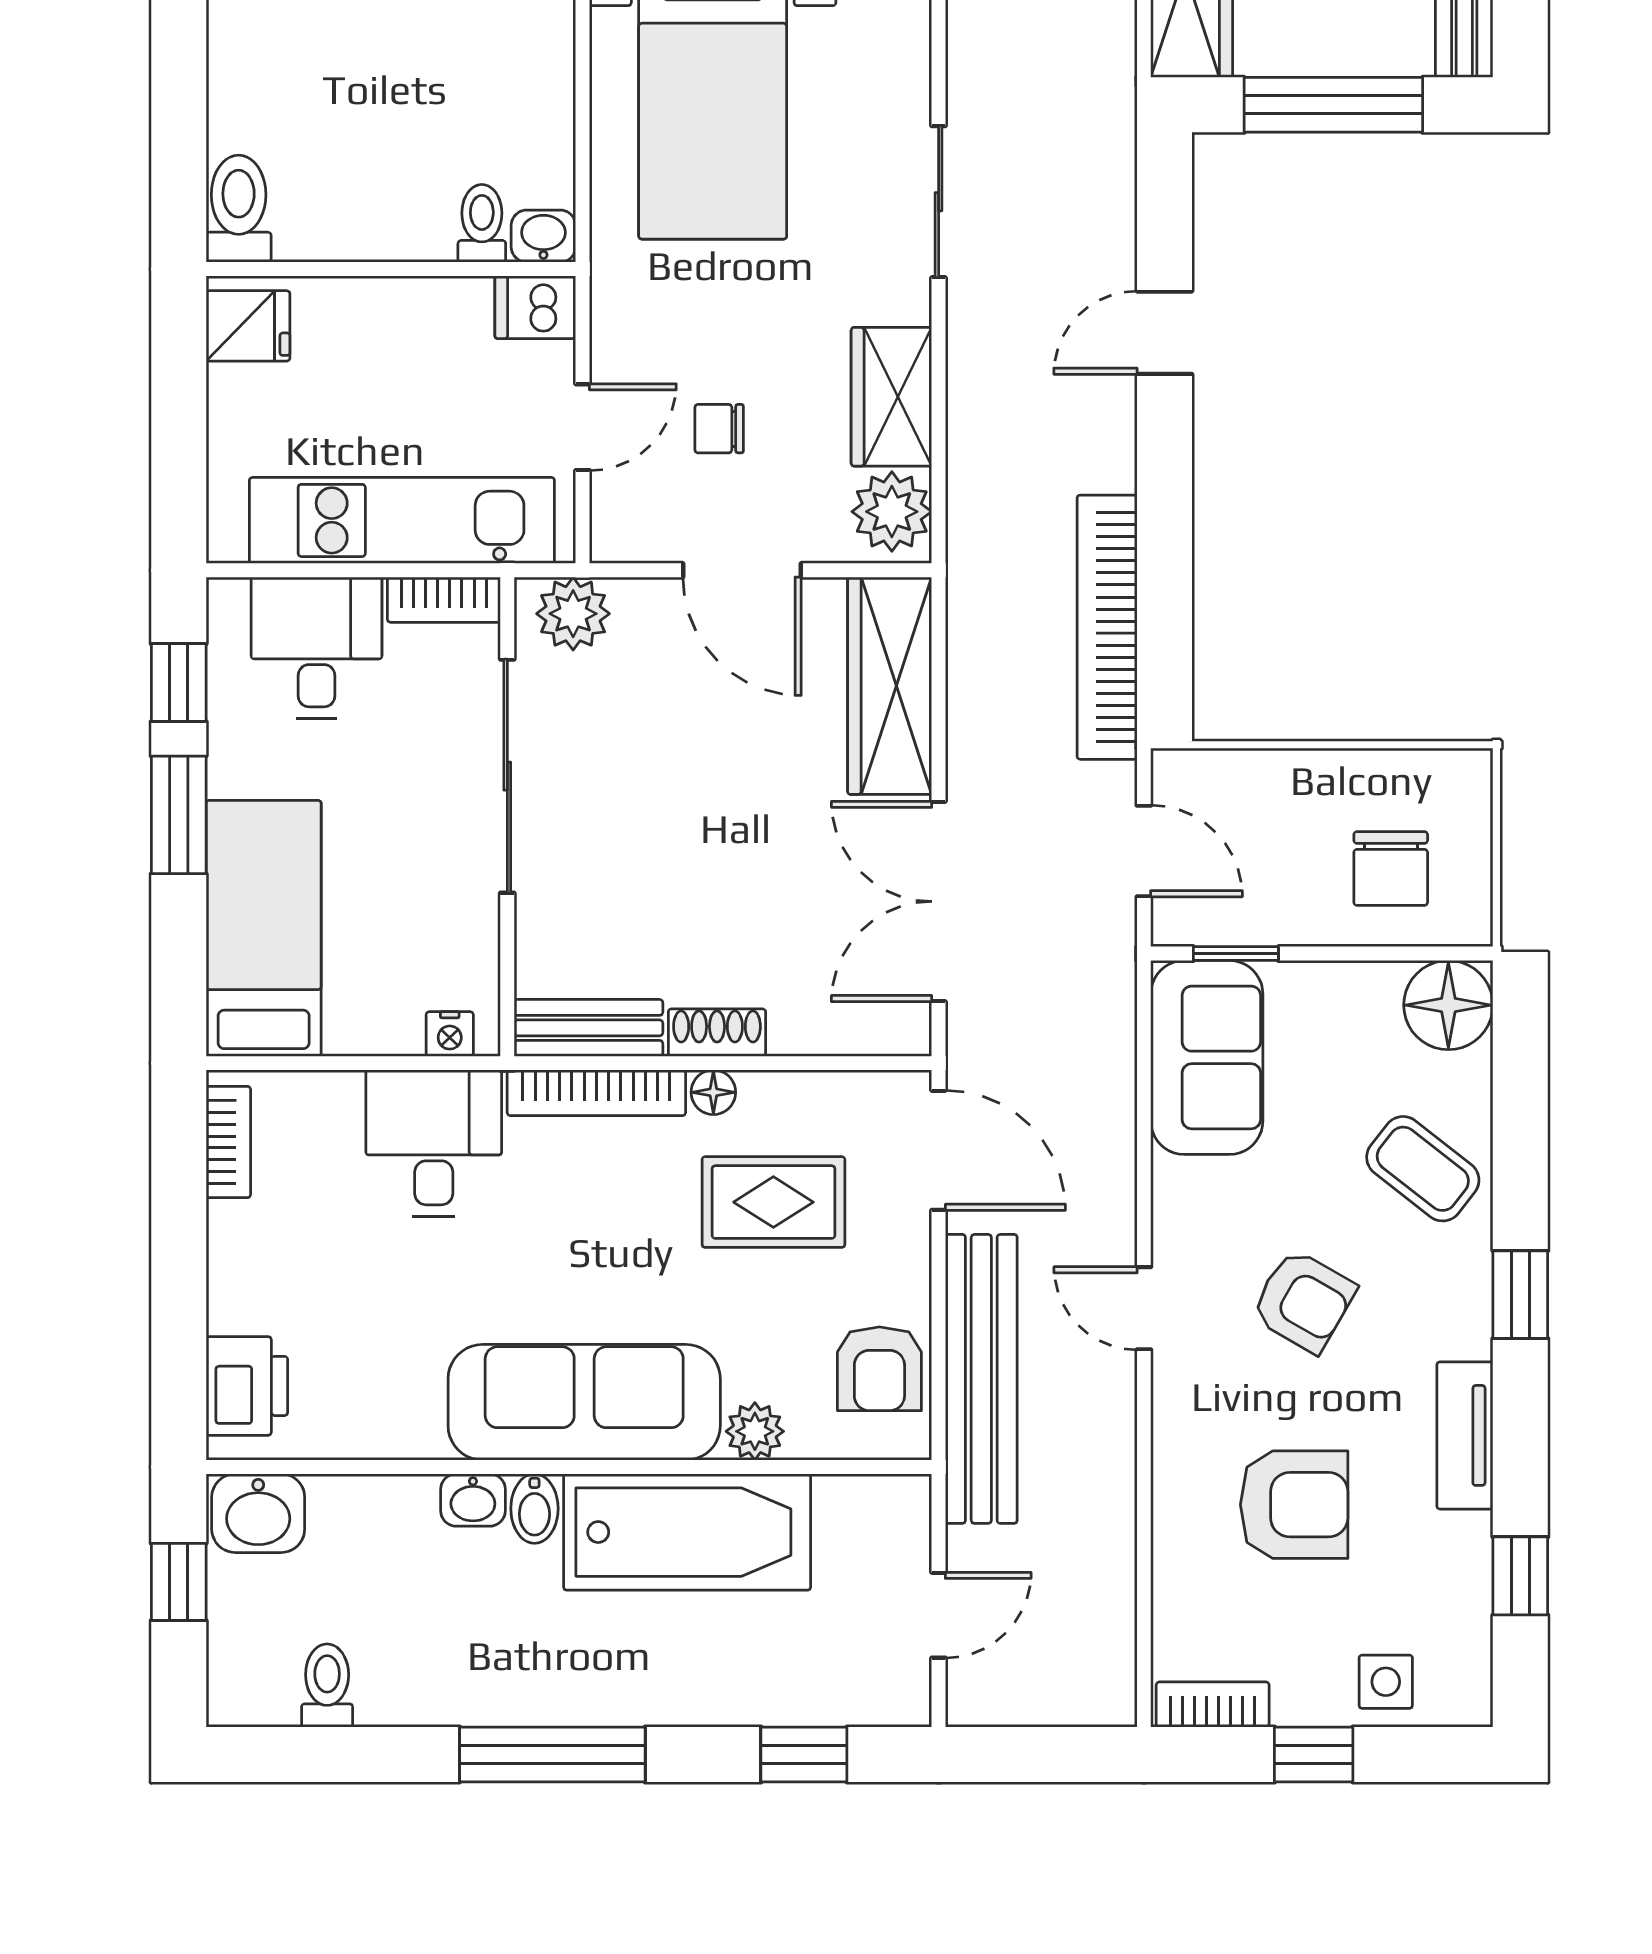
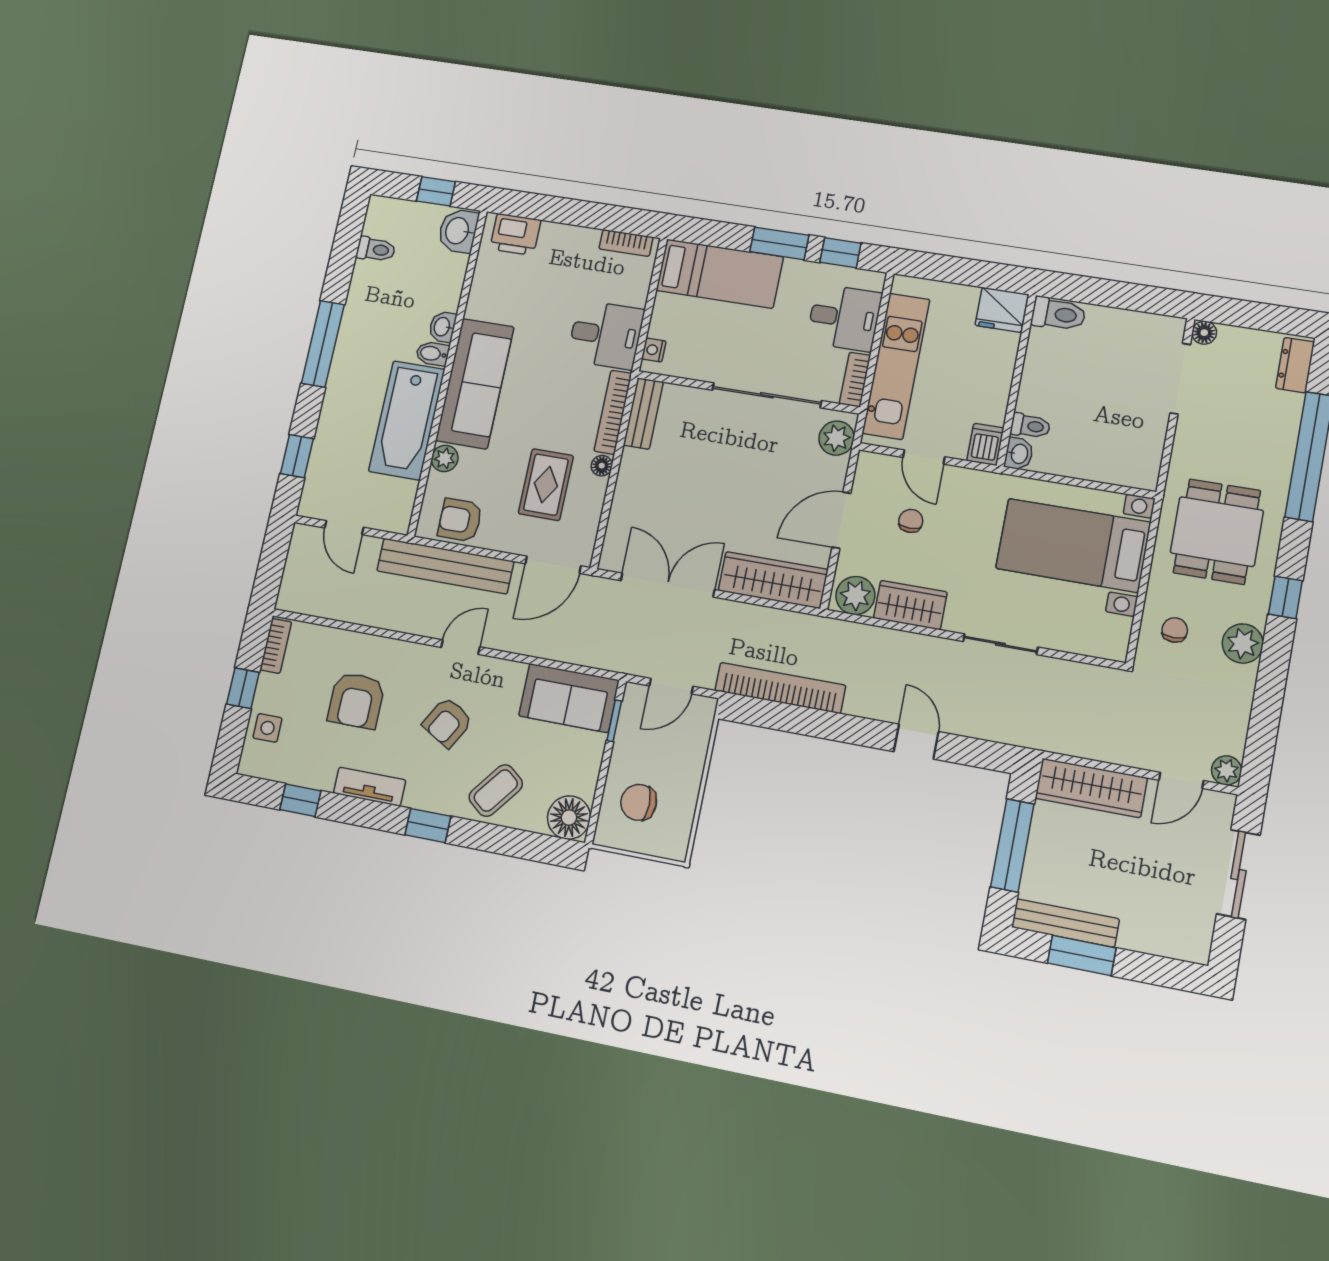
fridge: (248, 326) -> (1002, 310), width x1.38
shoe rack: (717, 1033) -> (629, 472), removed

